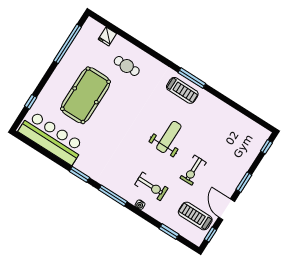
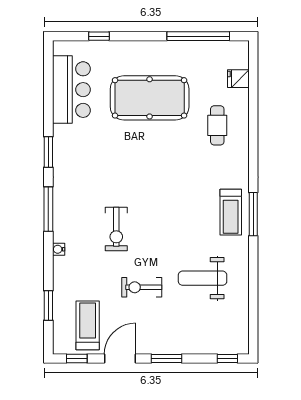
weight bench: (169, 137) -> (203, 278), moved, turned 180
bar counter: (52, 138) -> (71, 90), width x0.73
exercise bike: (151, 186) -> (116, 229), moved

